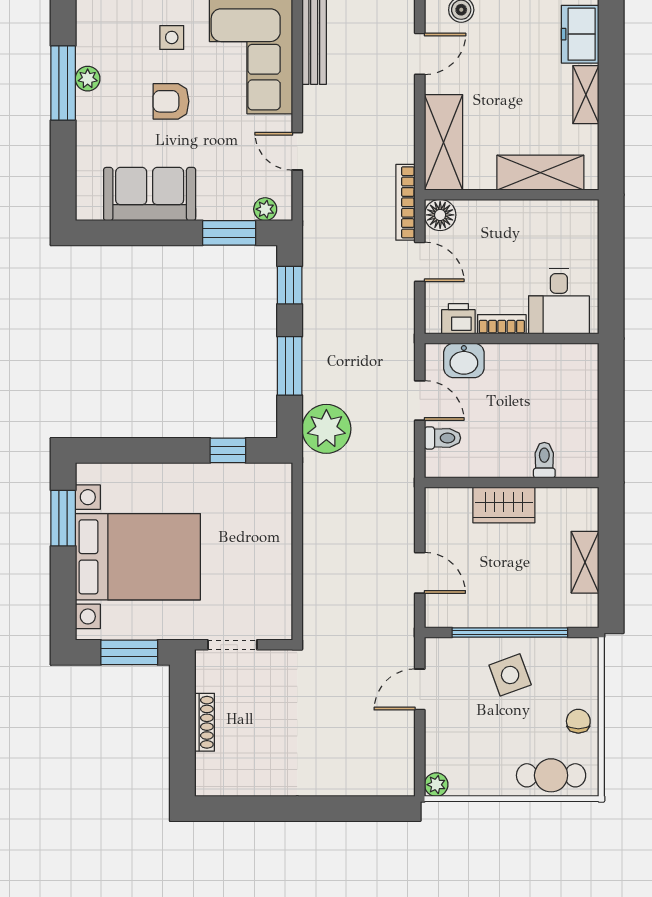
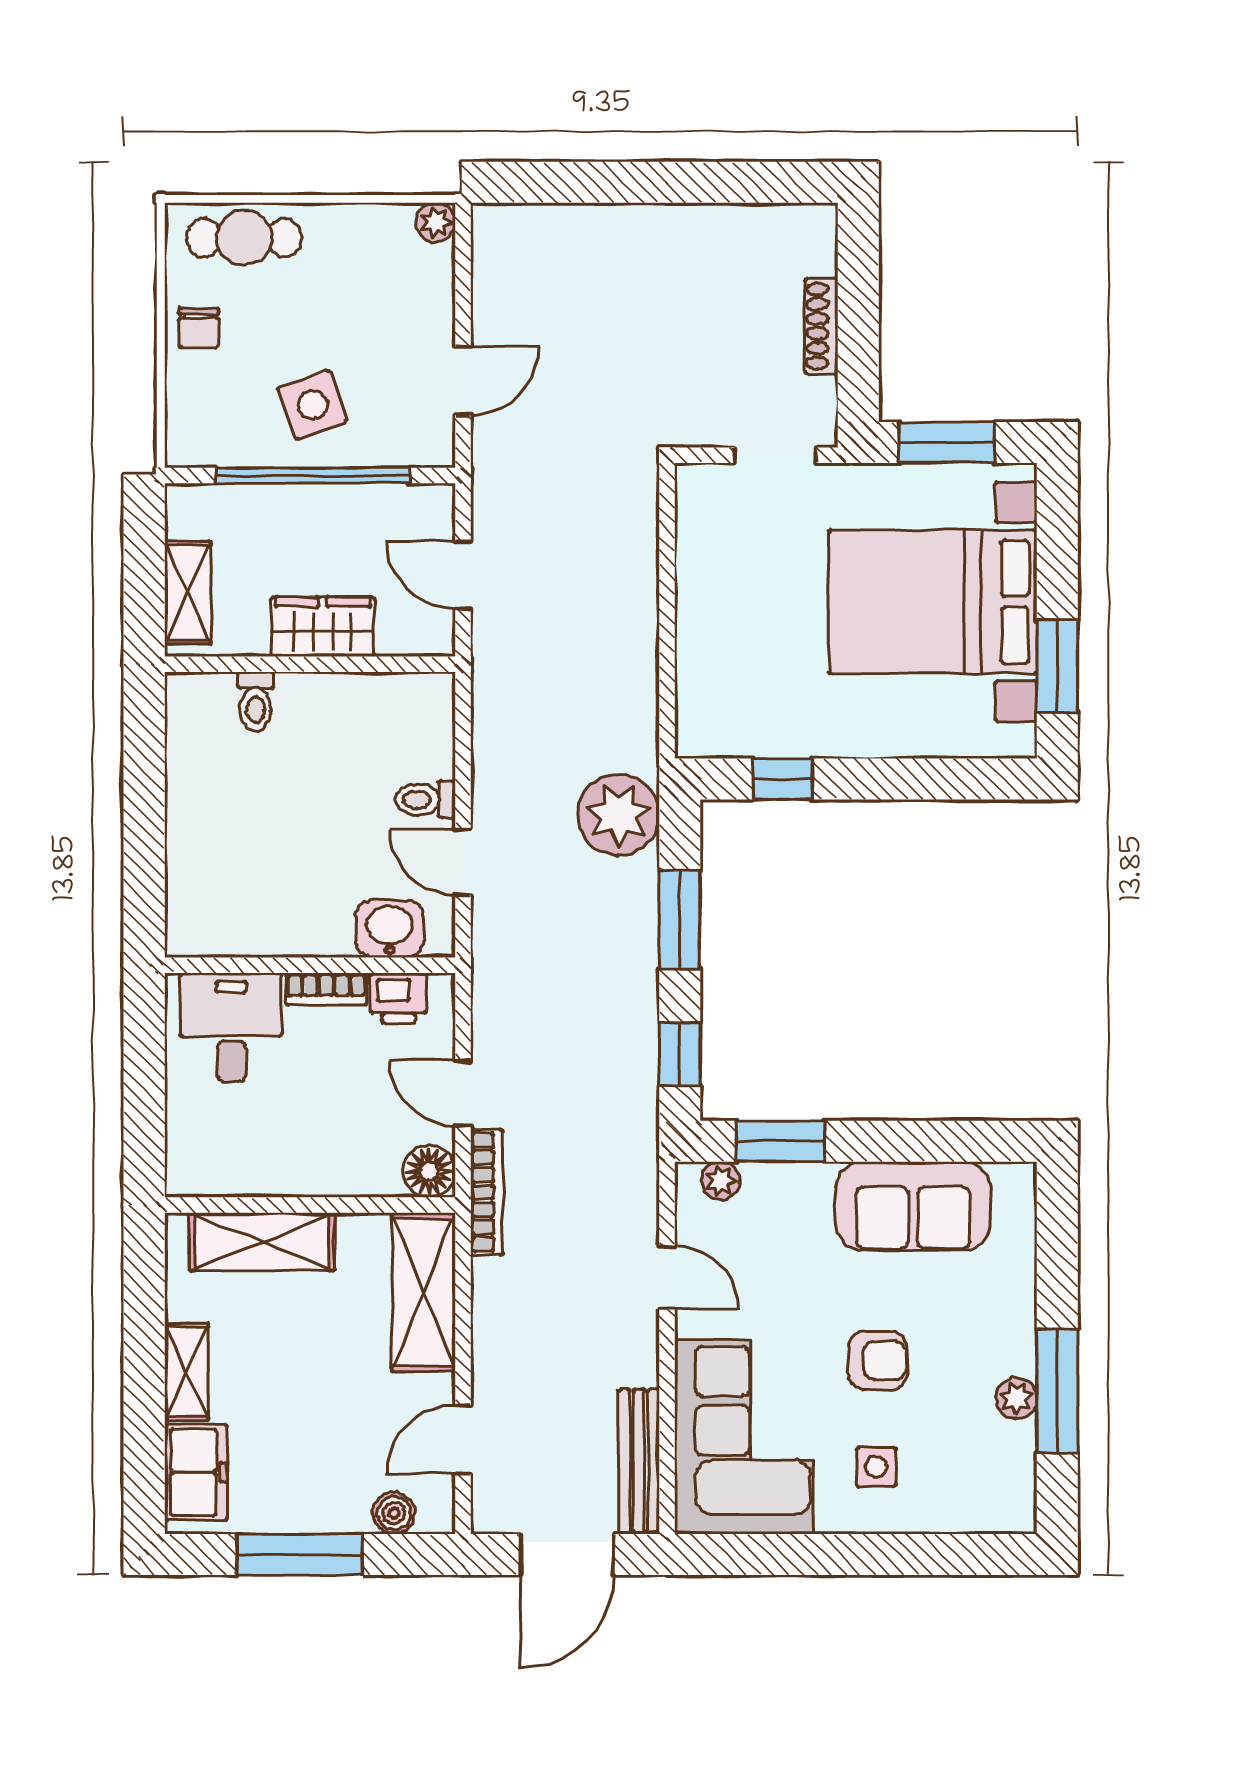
toilet: (544, 460) -> (256, 702), moved
wall: (512, 482) -> (310, 664), moved
wardrobe: (504, 505) -> (323, 627), moved

